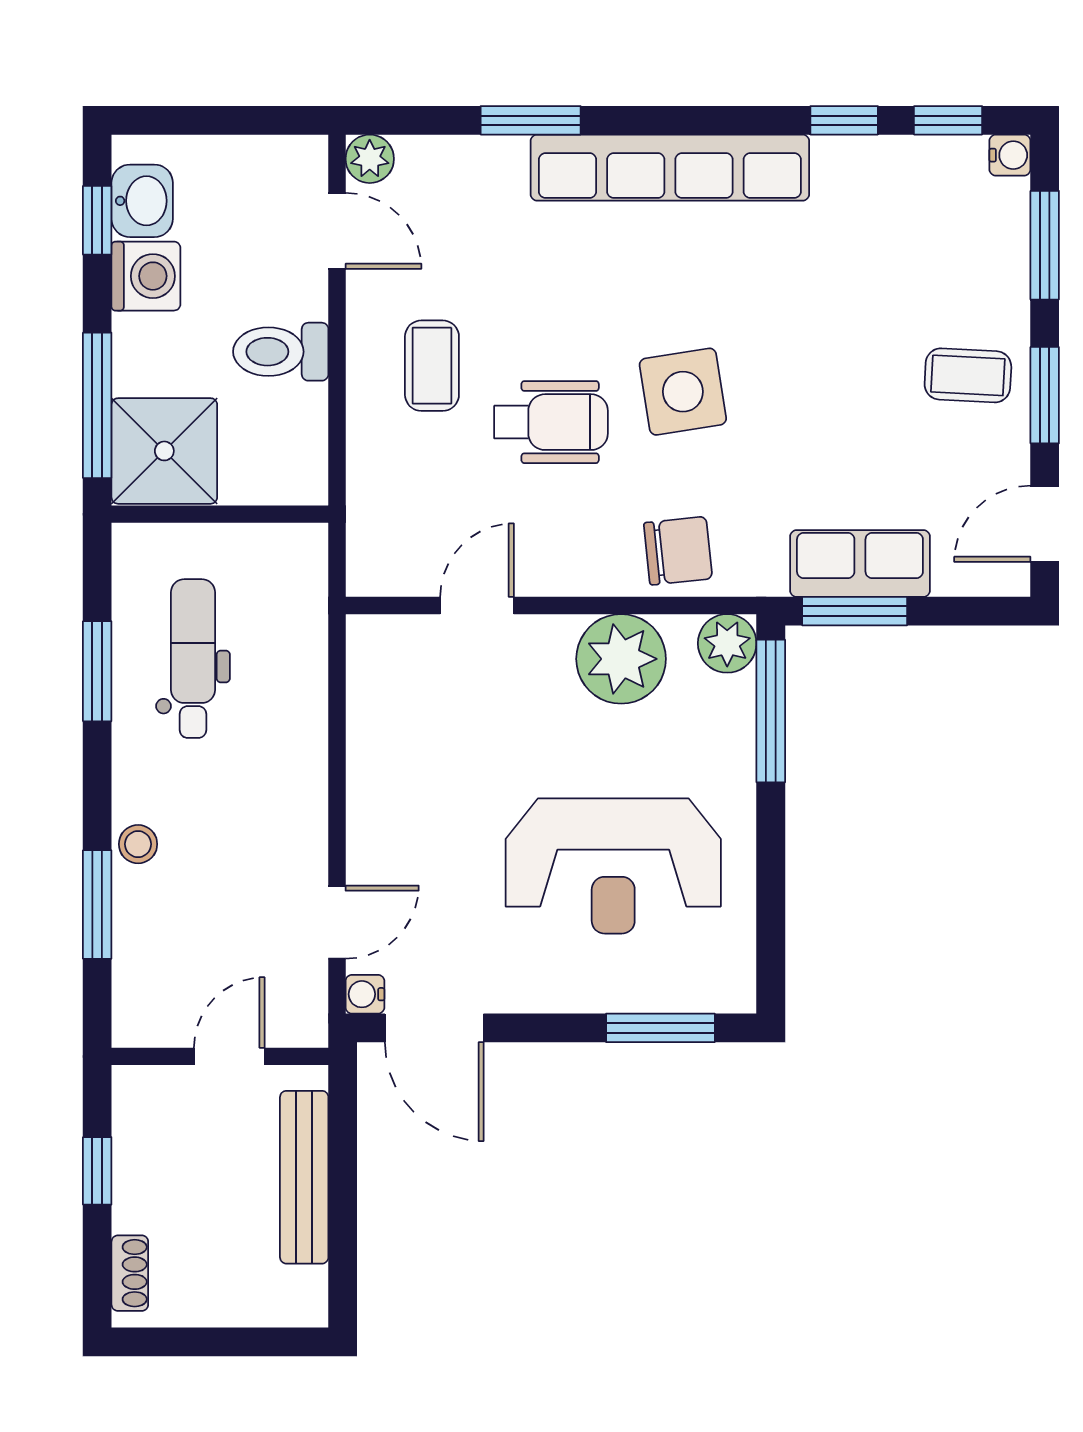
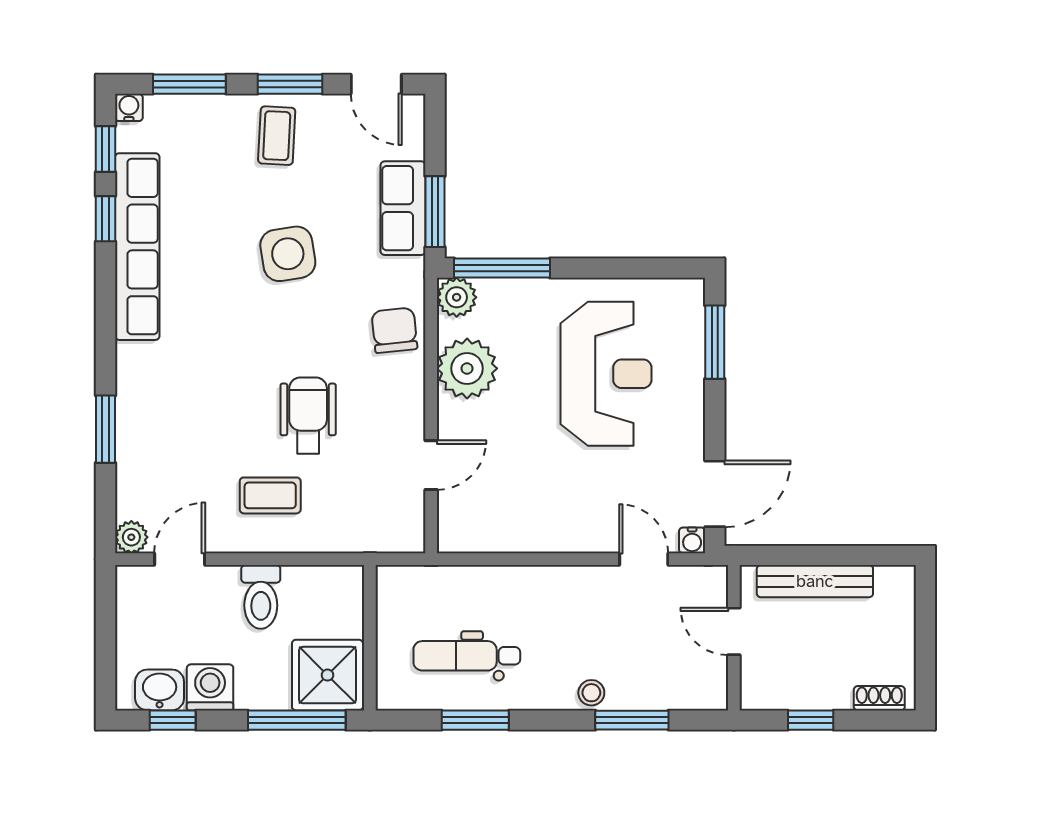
row of seats: (670, 168) -> (137, 247), moved
side table: (683, 392) -> (288, 254), moved
door: (477, 606) -> (431, 465), swing flipped

